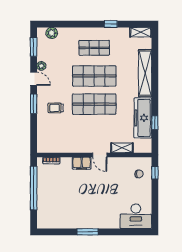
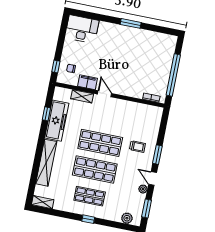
window: (111, 24) -> (88, 219), moved
filing cabinet: (82, 163) -> (88, 82), moved

